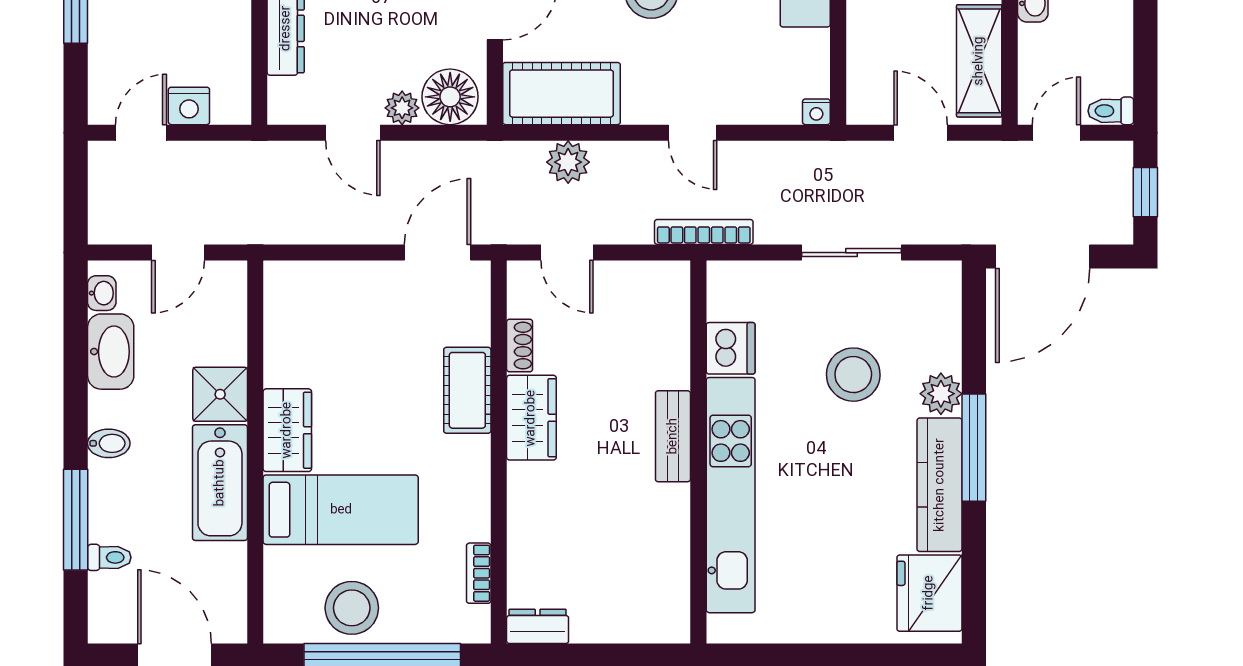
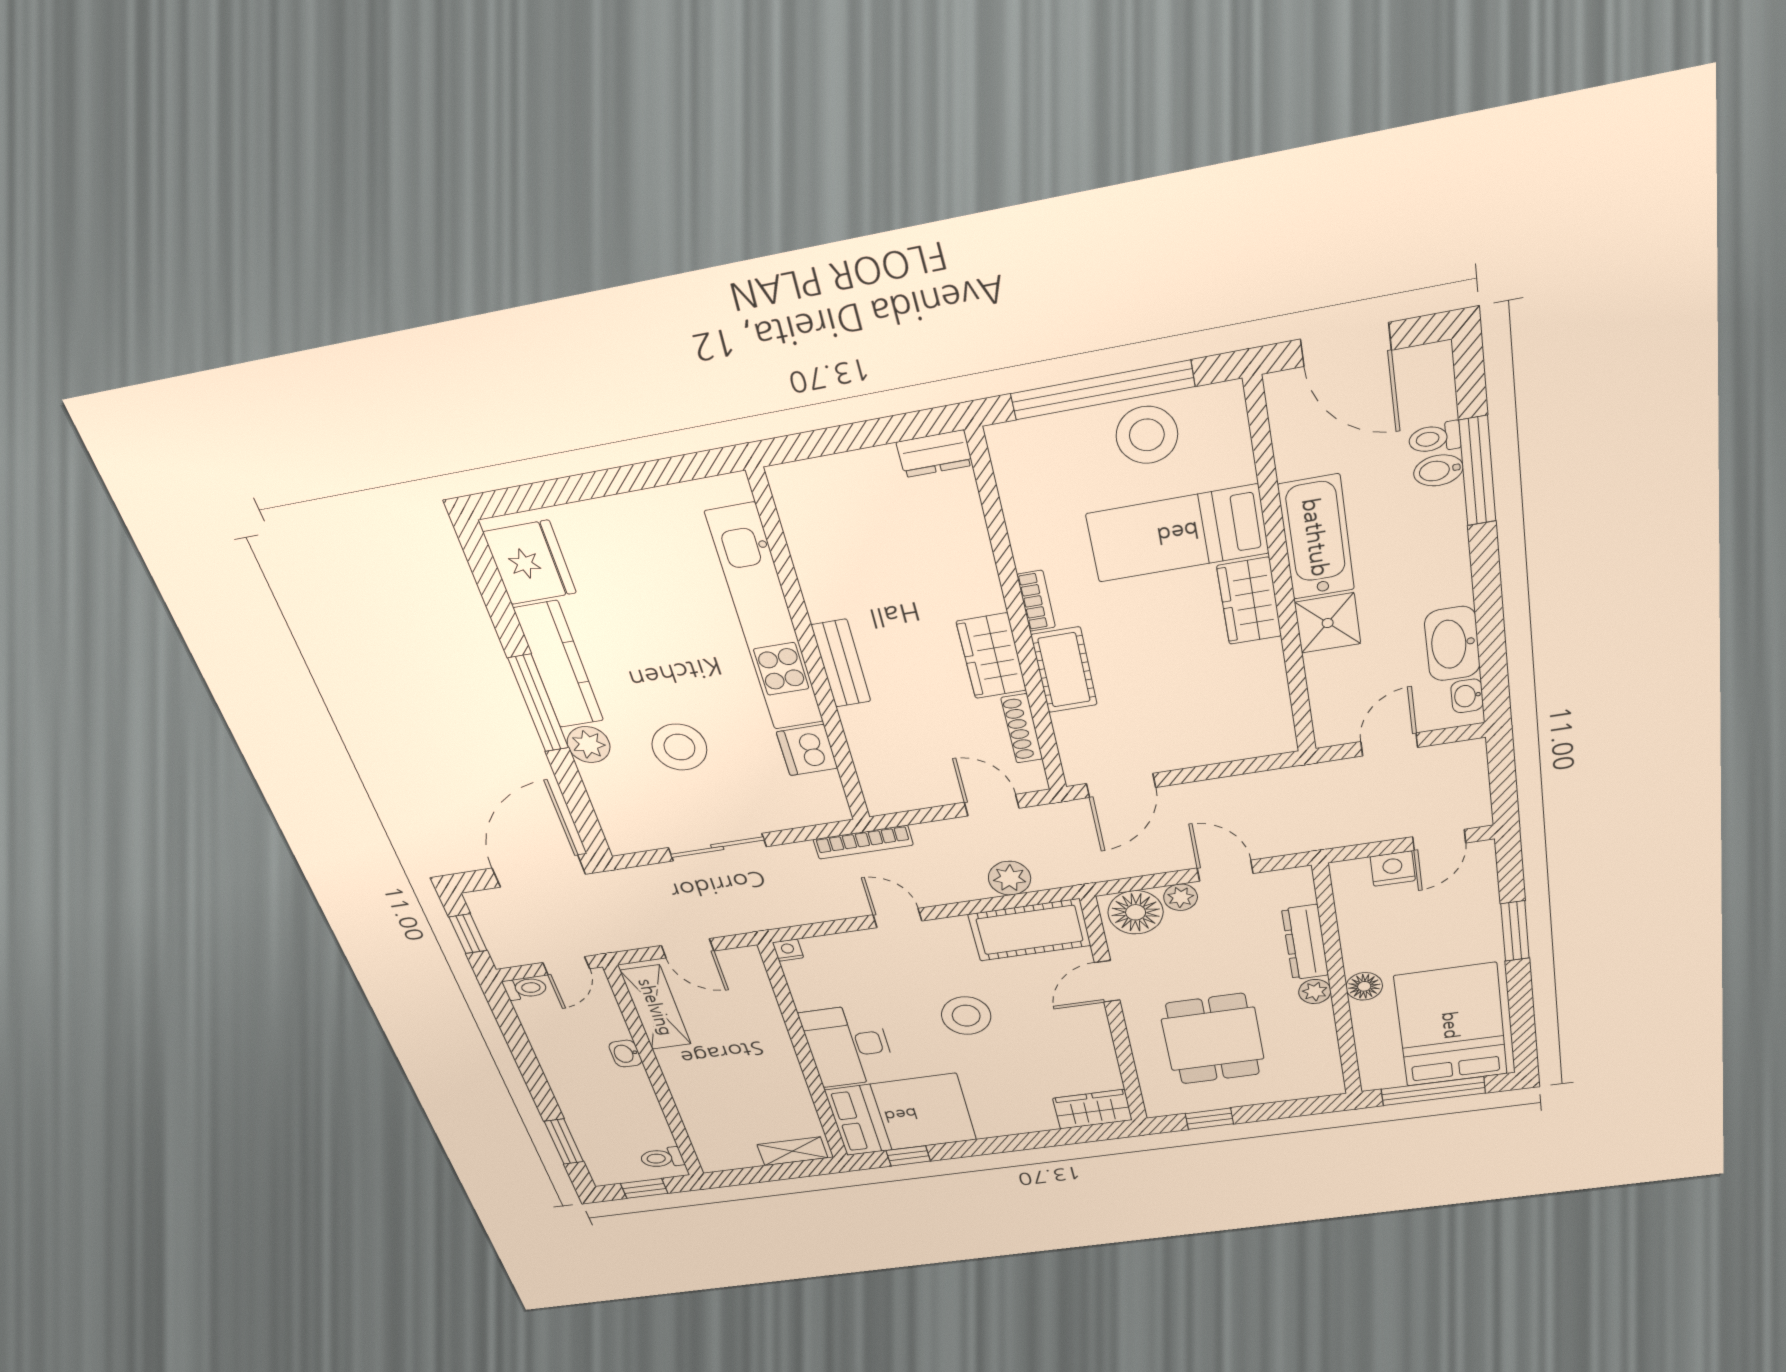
shoe rack: (520, 346) -> (1022, 729), width x1.43
bidet: (109, 443) -> (1438, 470), moved
bookcase: (479, 573) -> (1036, 601), moved

